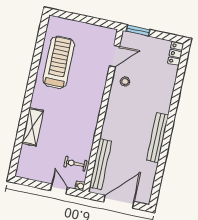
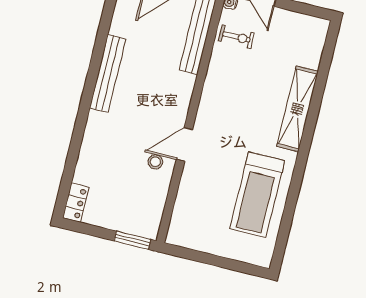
door: (115, 56) -> (184, 144), moved
shelving: (33, 127) -> (297, 109), width x1.47

